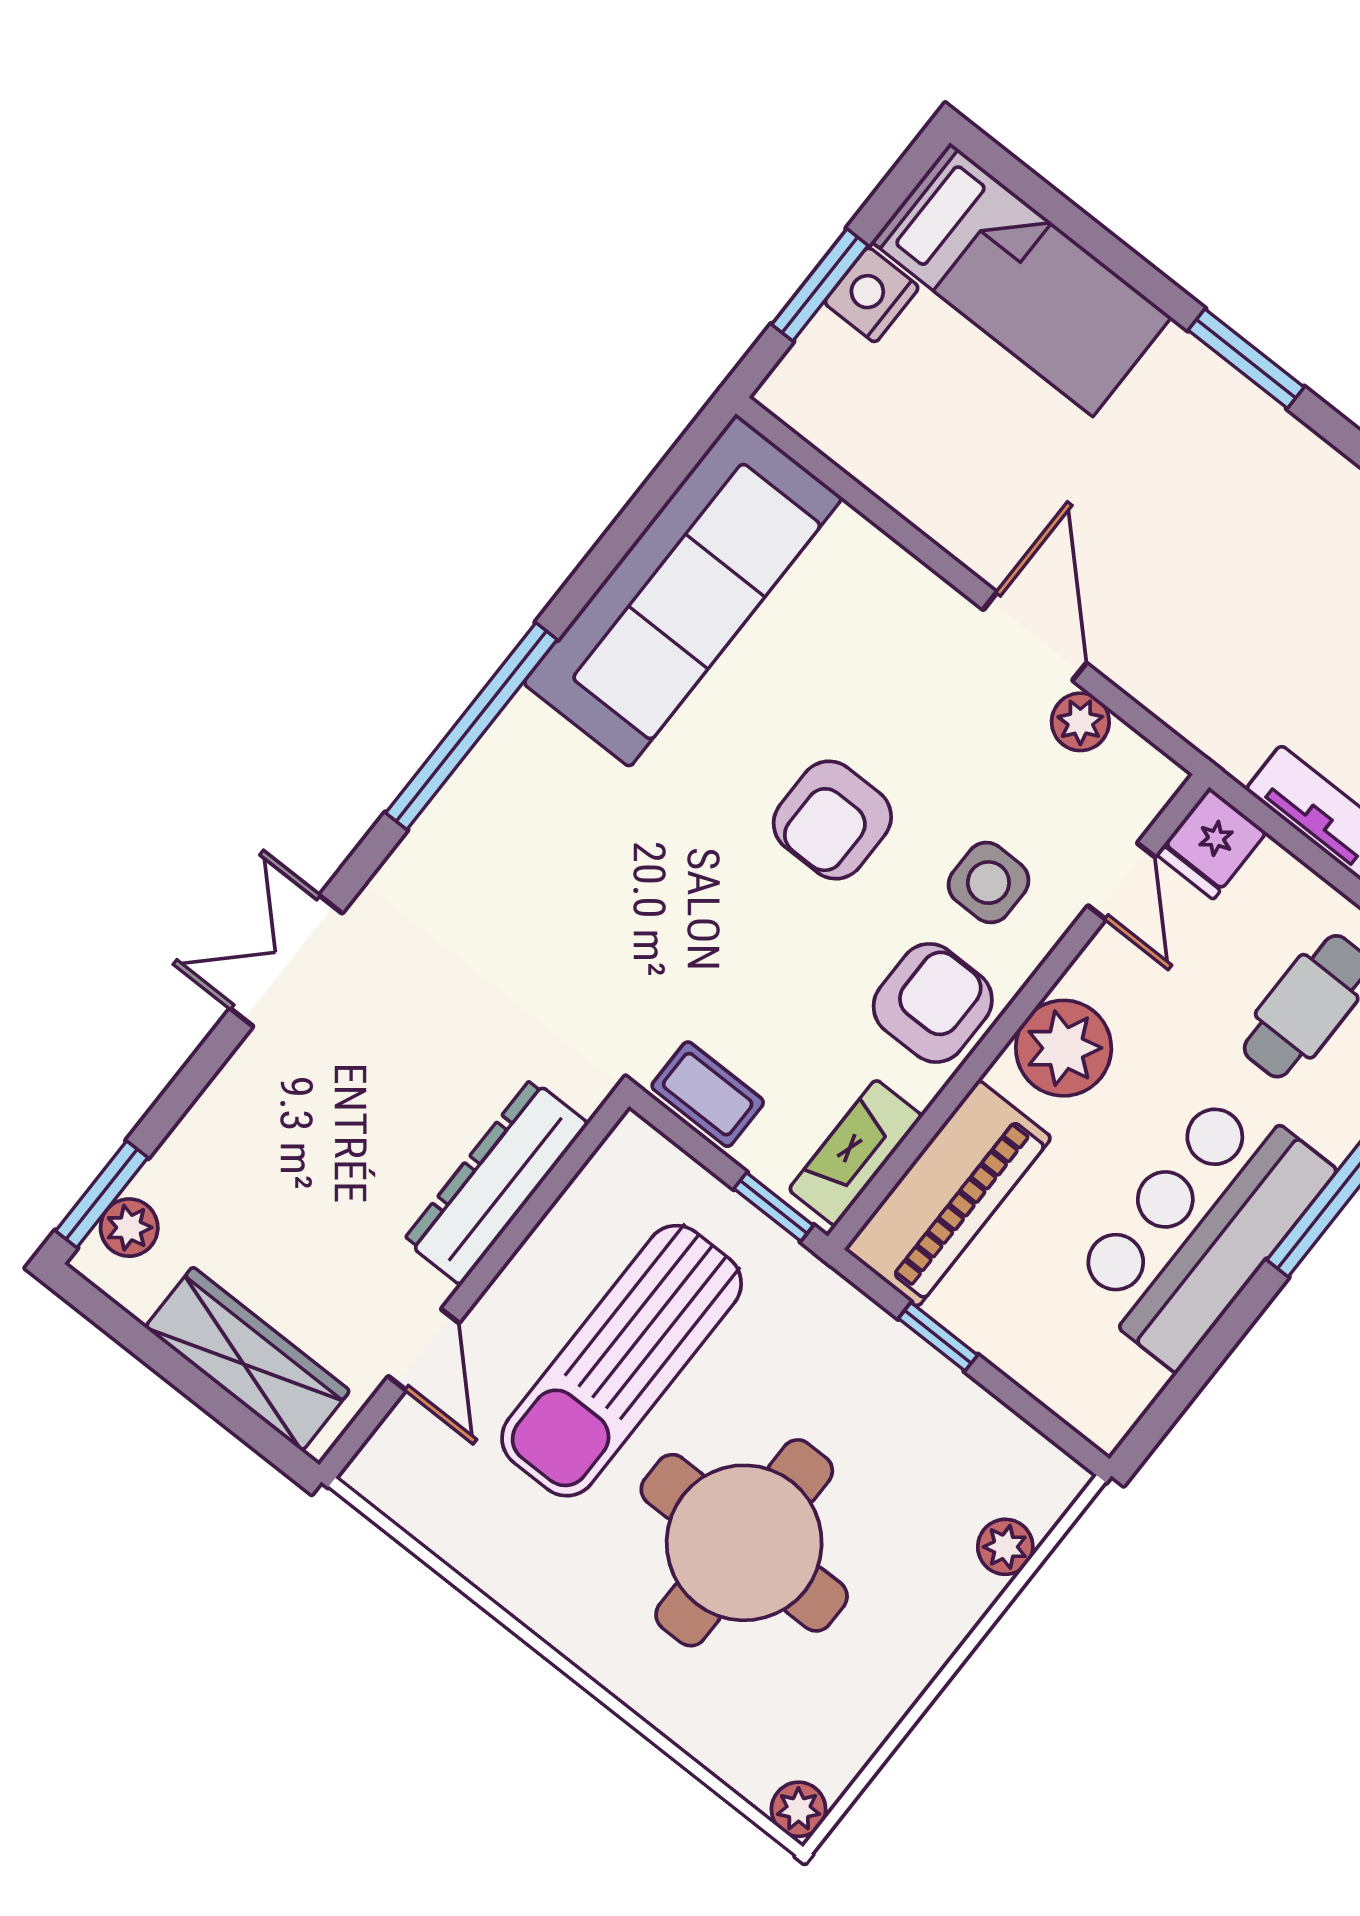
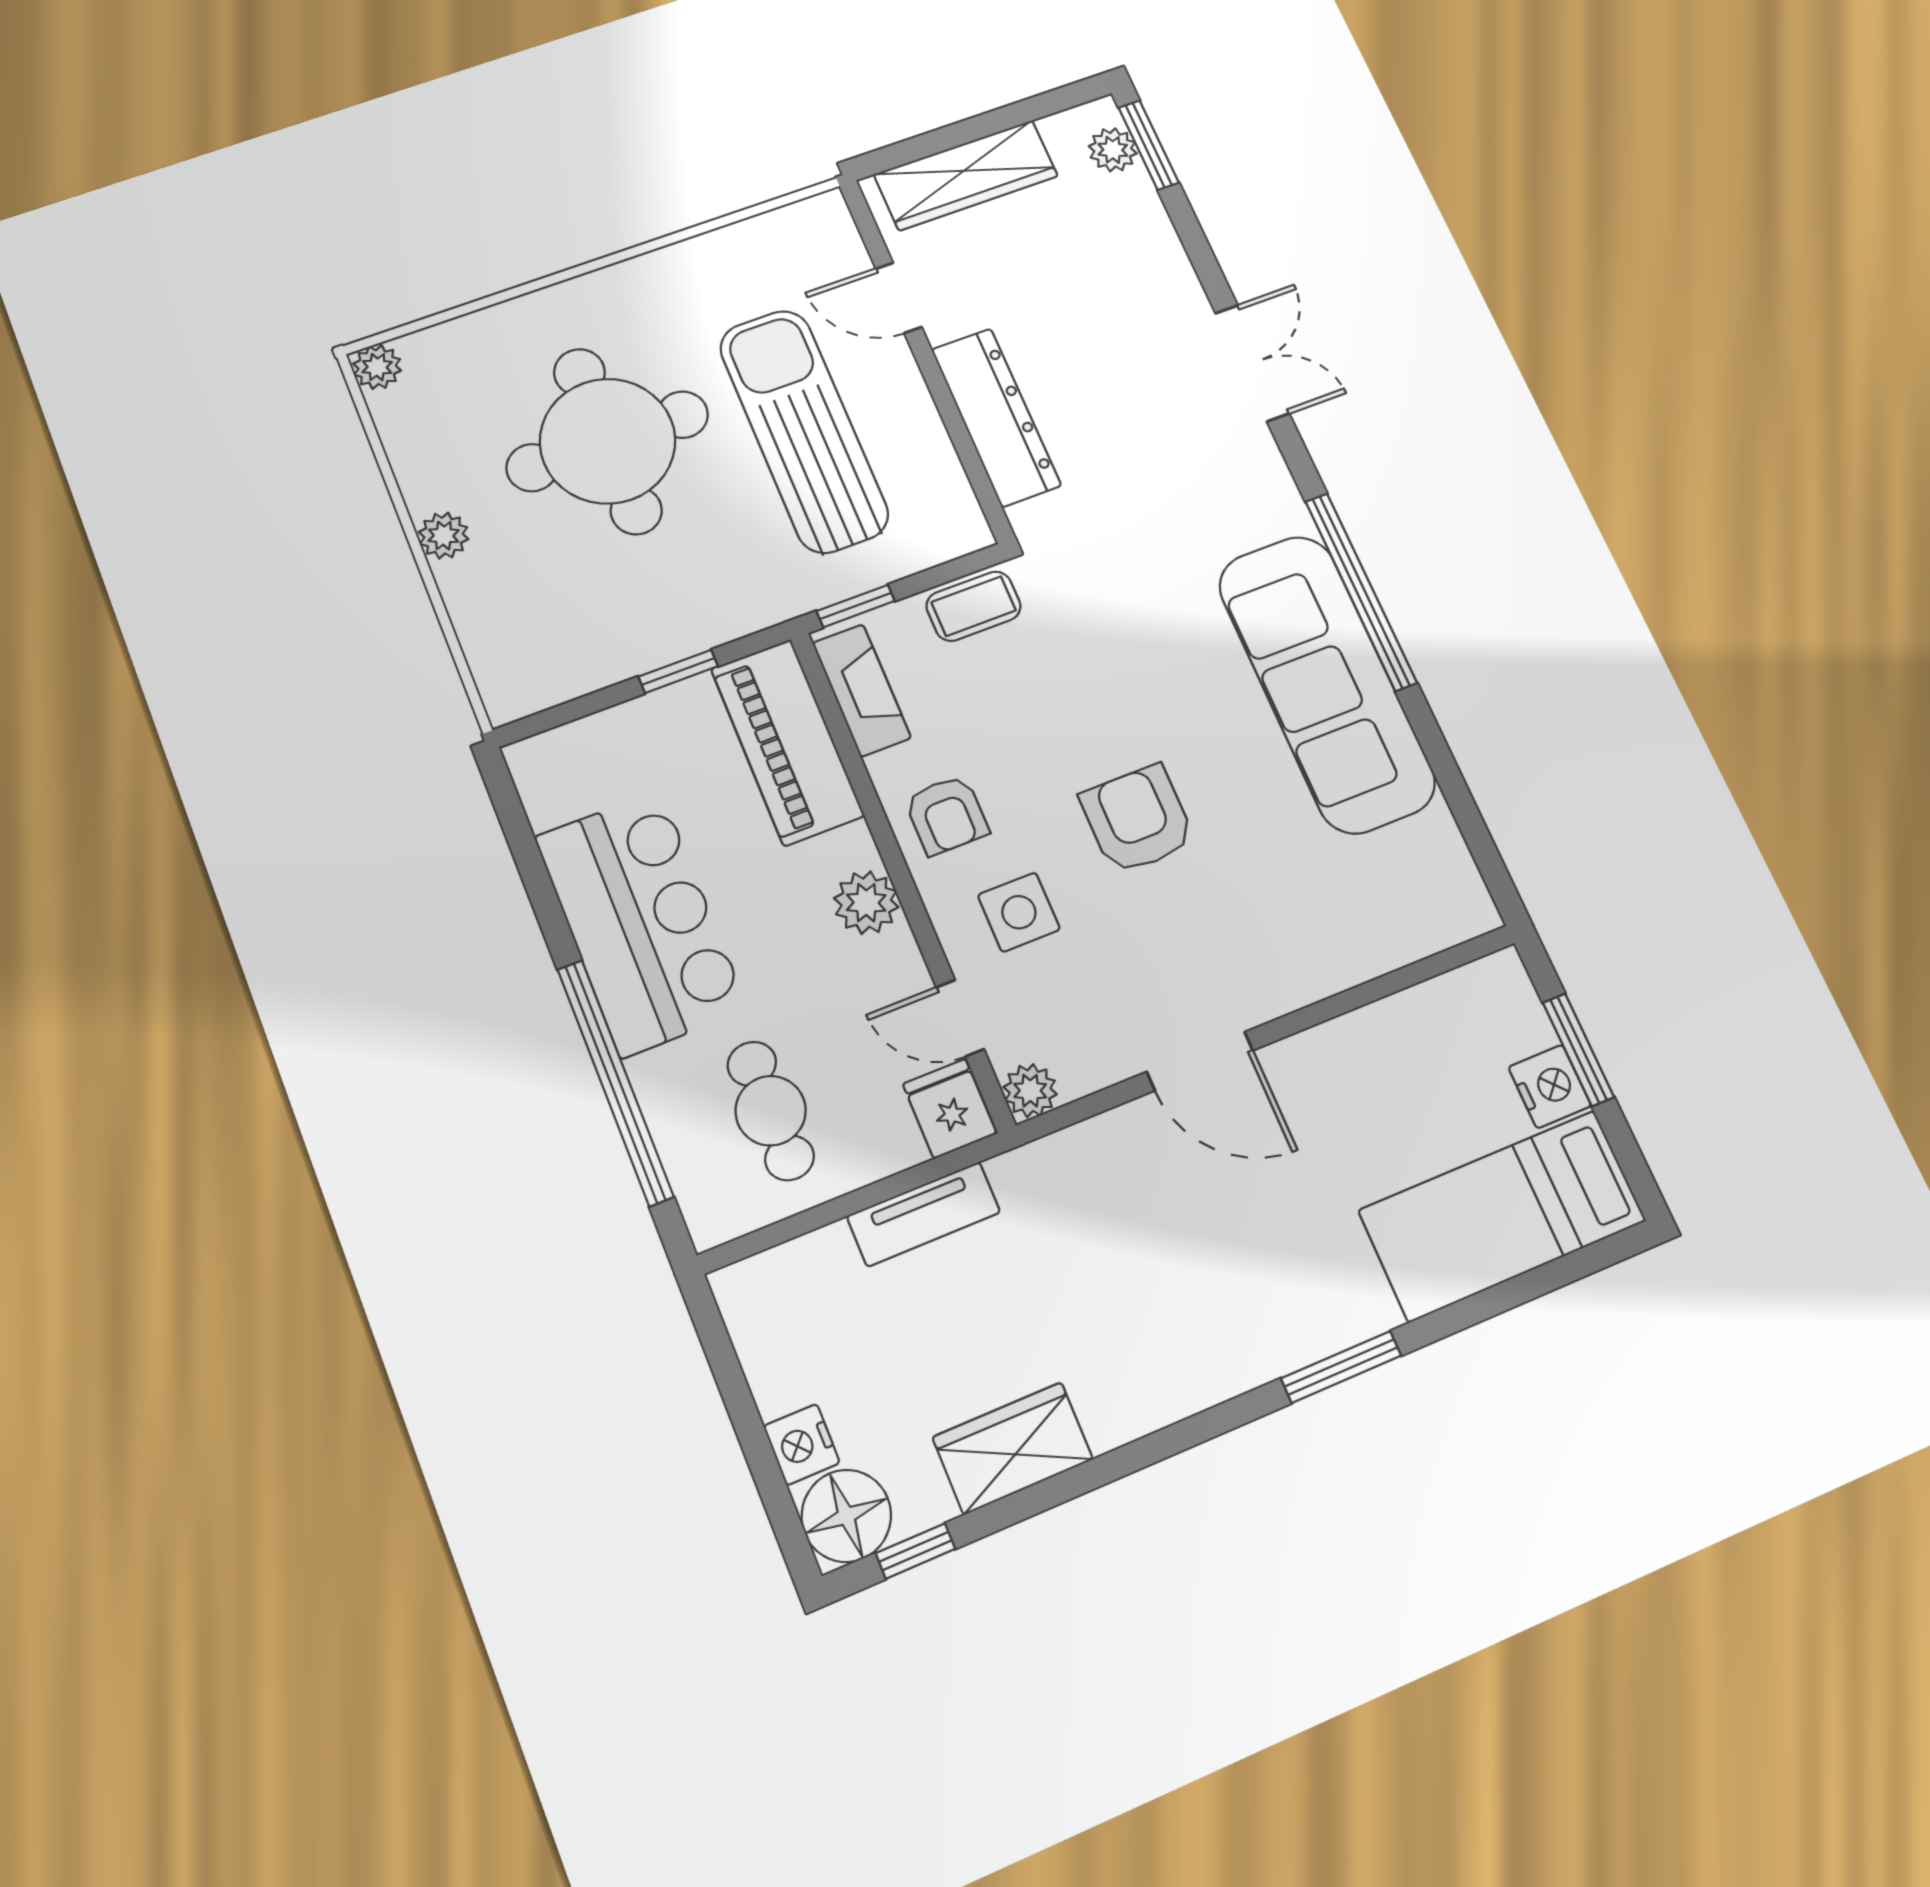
sofa: (683, 591) -> (1326, 683), moved
plant: (1080, 722) -> (1030, 1091), moved
armchair: (933, 1003) -> (947, 815), width x0.72, depth x0.72
plant: (1064, 1048) -> (866, 903), width x0.73, depth x0.73
plant: (1005, 1547) -> (444, 536), moved

